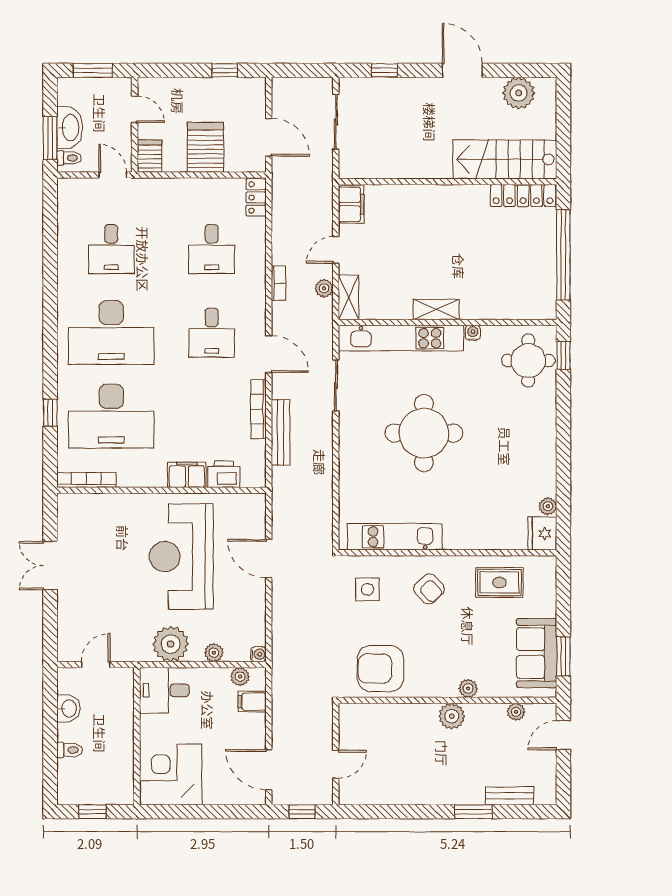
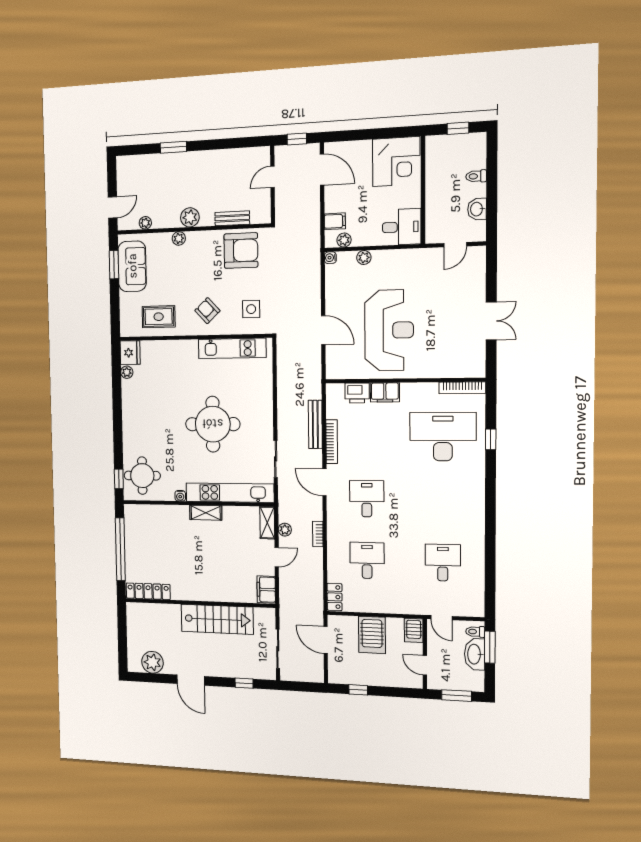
stairs: (505, 159) -> (217, 619), moved
desk: (111, 333) -> (443, 500), removed
plant: (171, 644) -> (397, 263), removed
bench: (510, 796) -> (232, 218), moved

